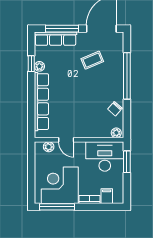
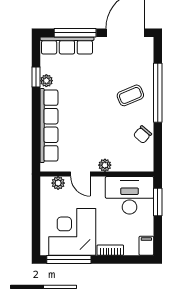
coffee table: (92, 60) -> (130, 95), moved
plant: (116, 133) -> (105, 165), moved
filing cabinet: (107, 196) -> (146, 246), moved

